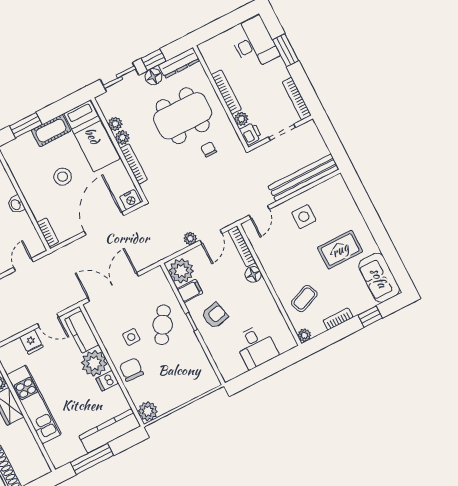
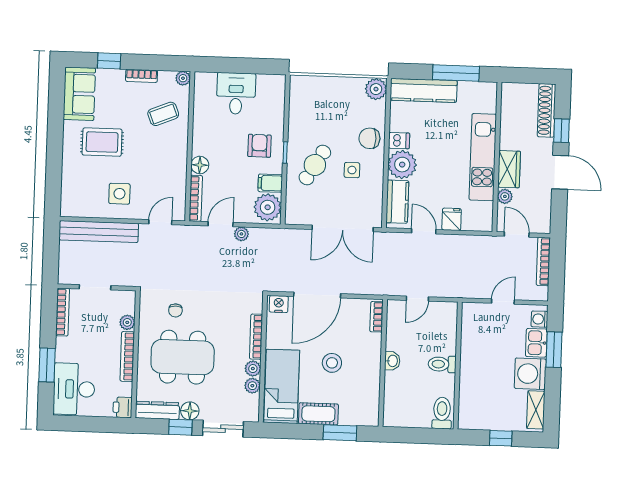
printer: (251, 134) -> (123, 407), moved
armchair: (215, 316) -> (259, 146), turned 103
chair: (131, 370) -> (369, 138), turned 87

